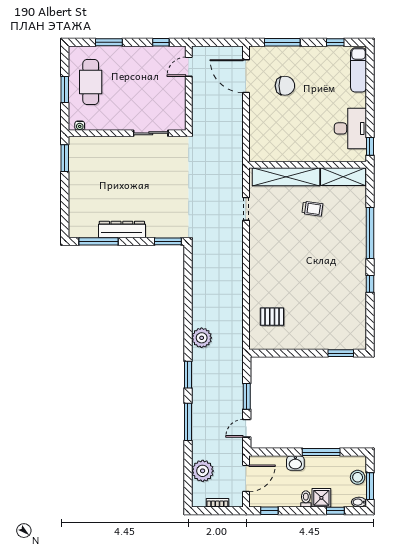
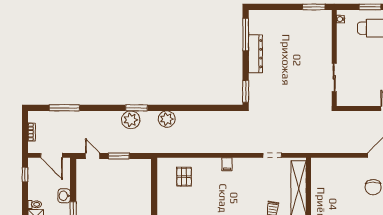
filing cabinet: (257, 264) -> (227, 164), added
window: (188, 422) -> (64, 108), moved
plant: (203, 471) -> (131, 120), moved

